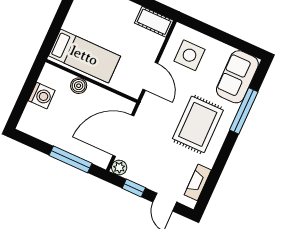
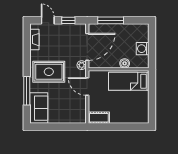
side table: (189, 55) -> (71, 108), removed
rug: (198, 124) -> (49, 72), turned 90
plant: (119, 167) -> (82, 65), moved

